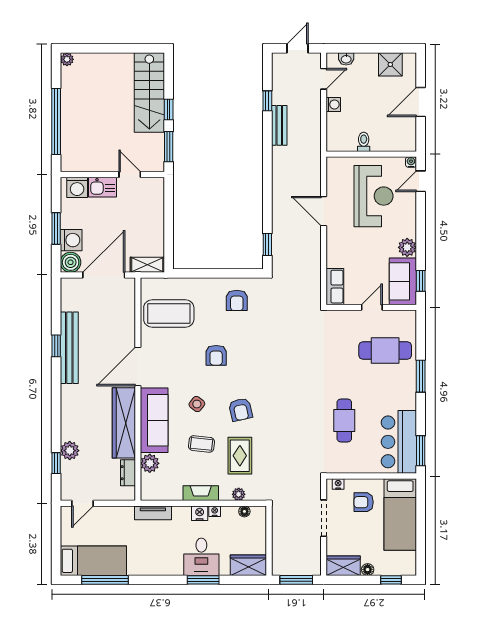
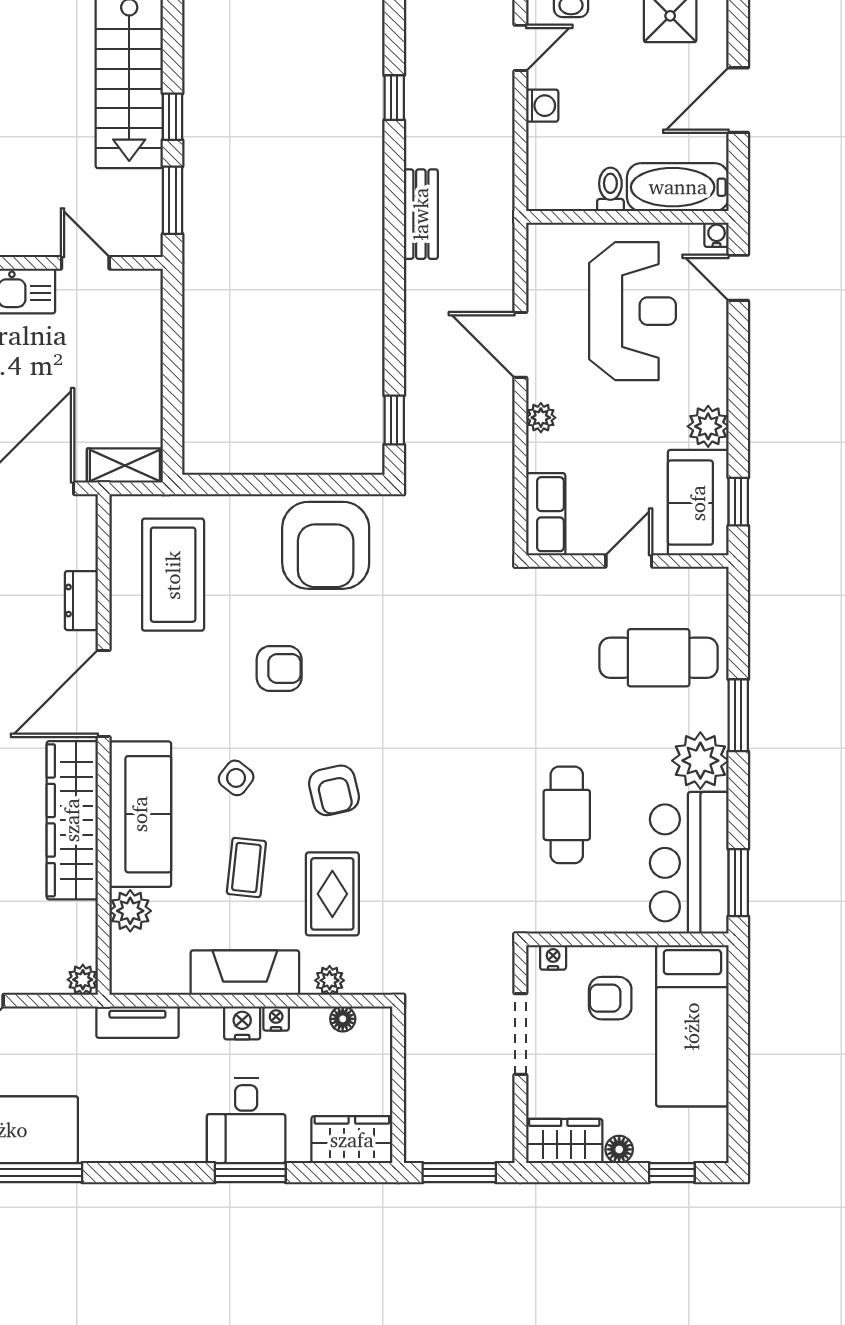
bench: (279, 125) -> (421, 214), moved
bathtub: (394, 141) -> (678, 187), added
door: (421, 181) -> (738, 278), hinge flipped
plant: (333, 243) -> (541, 418), added
armchair: (237, 300) -> (326, 545), width x1.88, depth x1.88
coffee table: (169, 313) -> (173, 575), turned 90
armchair: (216, 355) -> (279, 668), turned -90
plant: (404, 396) -> (700, 761), added
coffee table: (201, 444) -> (246, 868), turned 90
dresser: (128, 473) -> (81, 601), moved
fireplace: (201, 493) -> (245, 973), width x1.37, depth x1.32
plant: (129, 494) -> (83, 980), added

